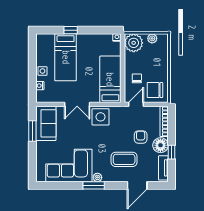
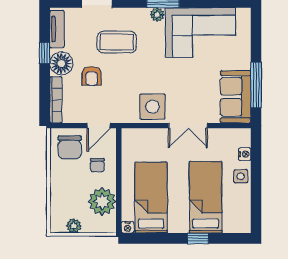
plant: (134, 43) -> (102, 201), moved
bed: (110, 79) -> (151, 198), moved, turned 180
chair: (155, 90) -> (70, 147), turned 90
double door: (77, 104) -> (188, 126), swing flipped
window: (32, 131) -> (256, 85), width x1.44

